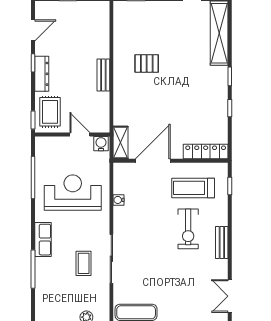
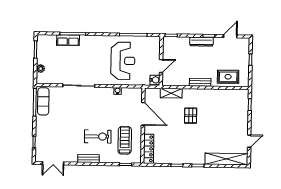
door: (33, 30) -> (230, 36), swing flipped
pallet: (147, 63) -> (191, 116), moved
rug: (50, 112) -> (228, 77), moved
shelving: (121, 142) -> (171, 93), moved
exercise bike: (188, 229) -> (98, 136), turned 180
row of seats: (43, 240) -> (68, 40), moved
coffee table: (84, 263) -> (76, 67), removed
double door: (230, 296) -> (53, 163), swing flipped

